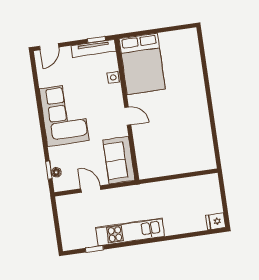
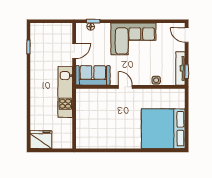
bed: (142, 64) -> (163, 129), moved, width x1.36
door: (128, 116) -> (125, 87), swing flipped
fridge: (216, 221) -> (41, 140), width x1.88, depth x1.34
kitchen unit: (130, 232) -> (65, 92), moved, turned 180

